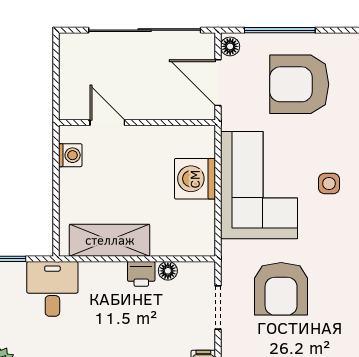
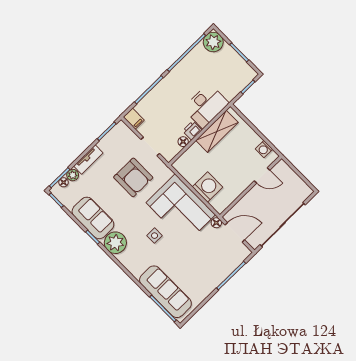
floor lamp: (230, 46) -> (216, 223), moved
armchair: (299, 84) -> (203, 262), removed
desk: (52, 289) -> (206, 106), moved, width x1.37
armchair: (281, 289) -> (133, 177), turned 180

